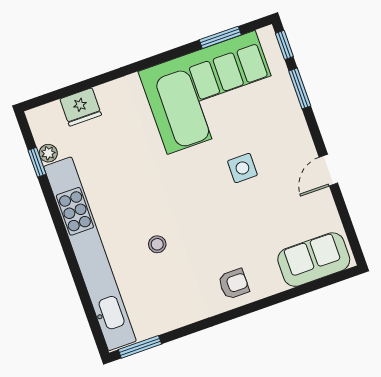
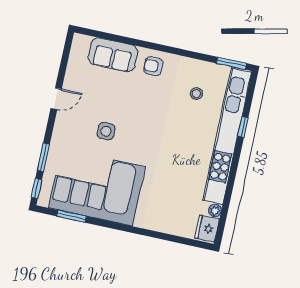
fridge: (81, 107) -> (207, 229), moved, turned -90
window: (37, 162) -> (243, 127), moved
stool: (157, 244) -> (196, 94), moved
sofa: (314, 260) -> (113, 55), moved

